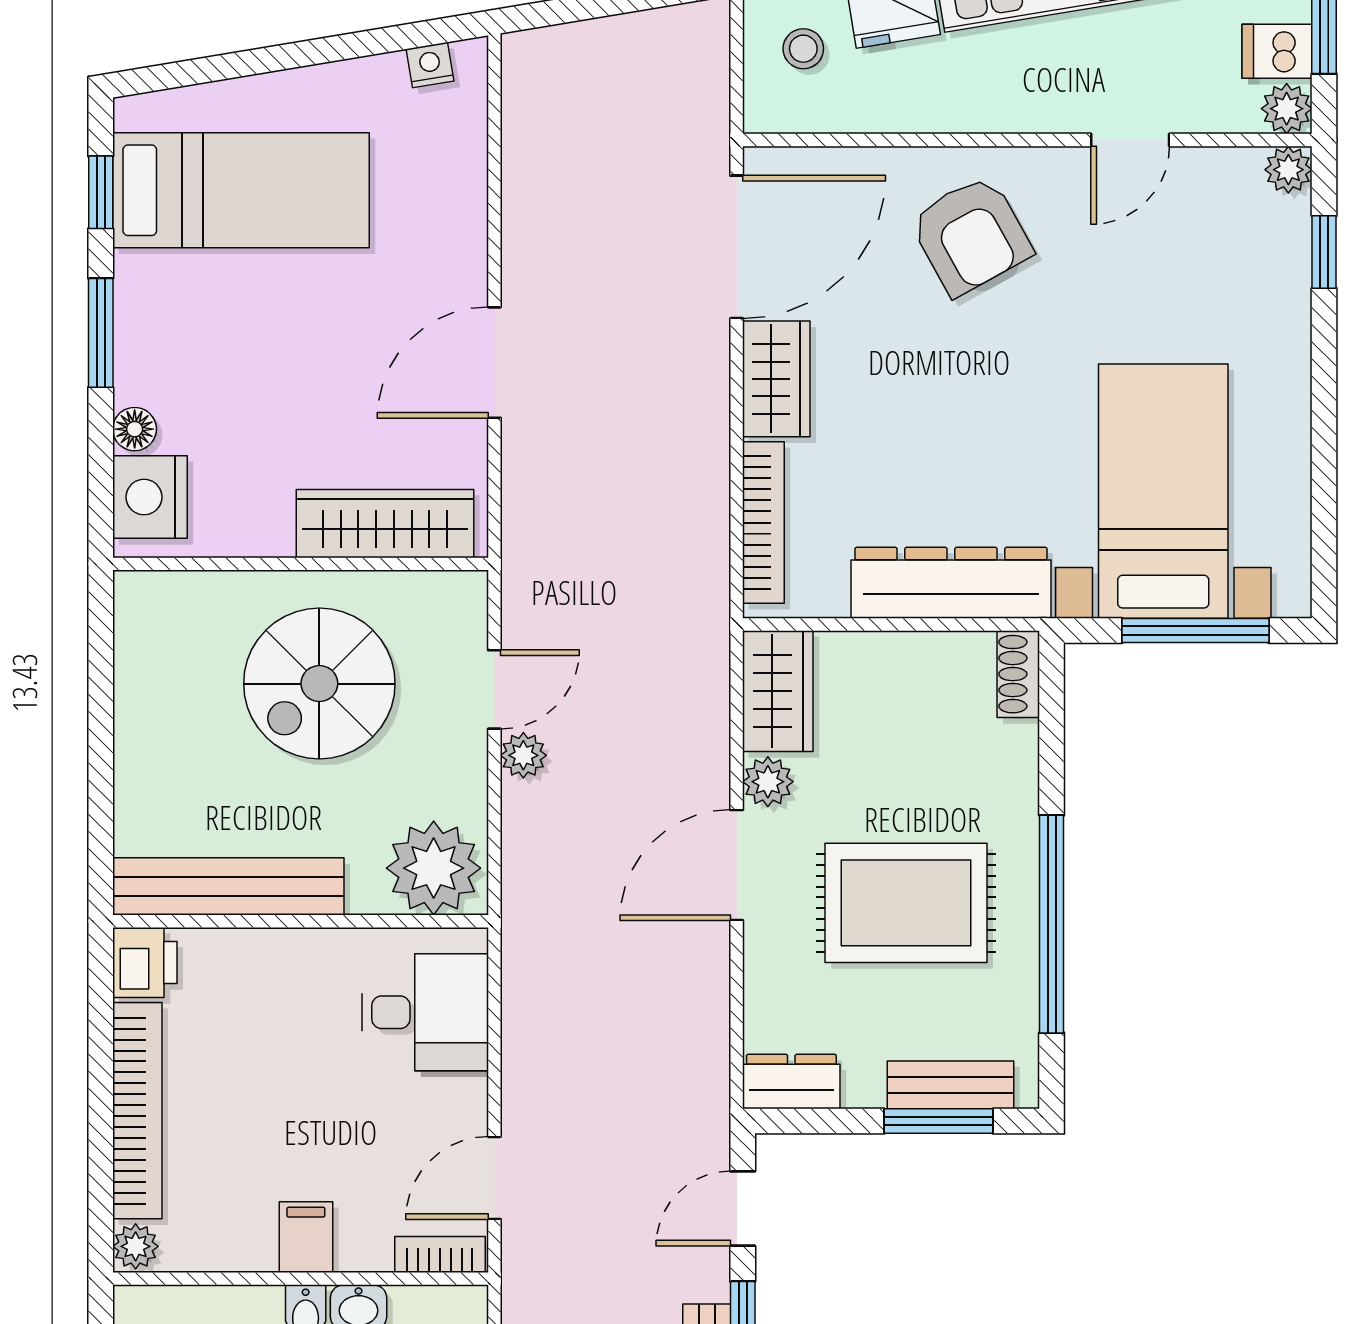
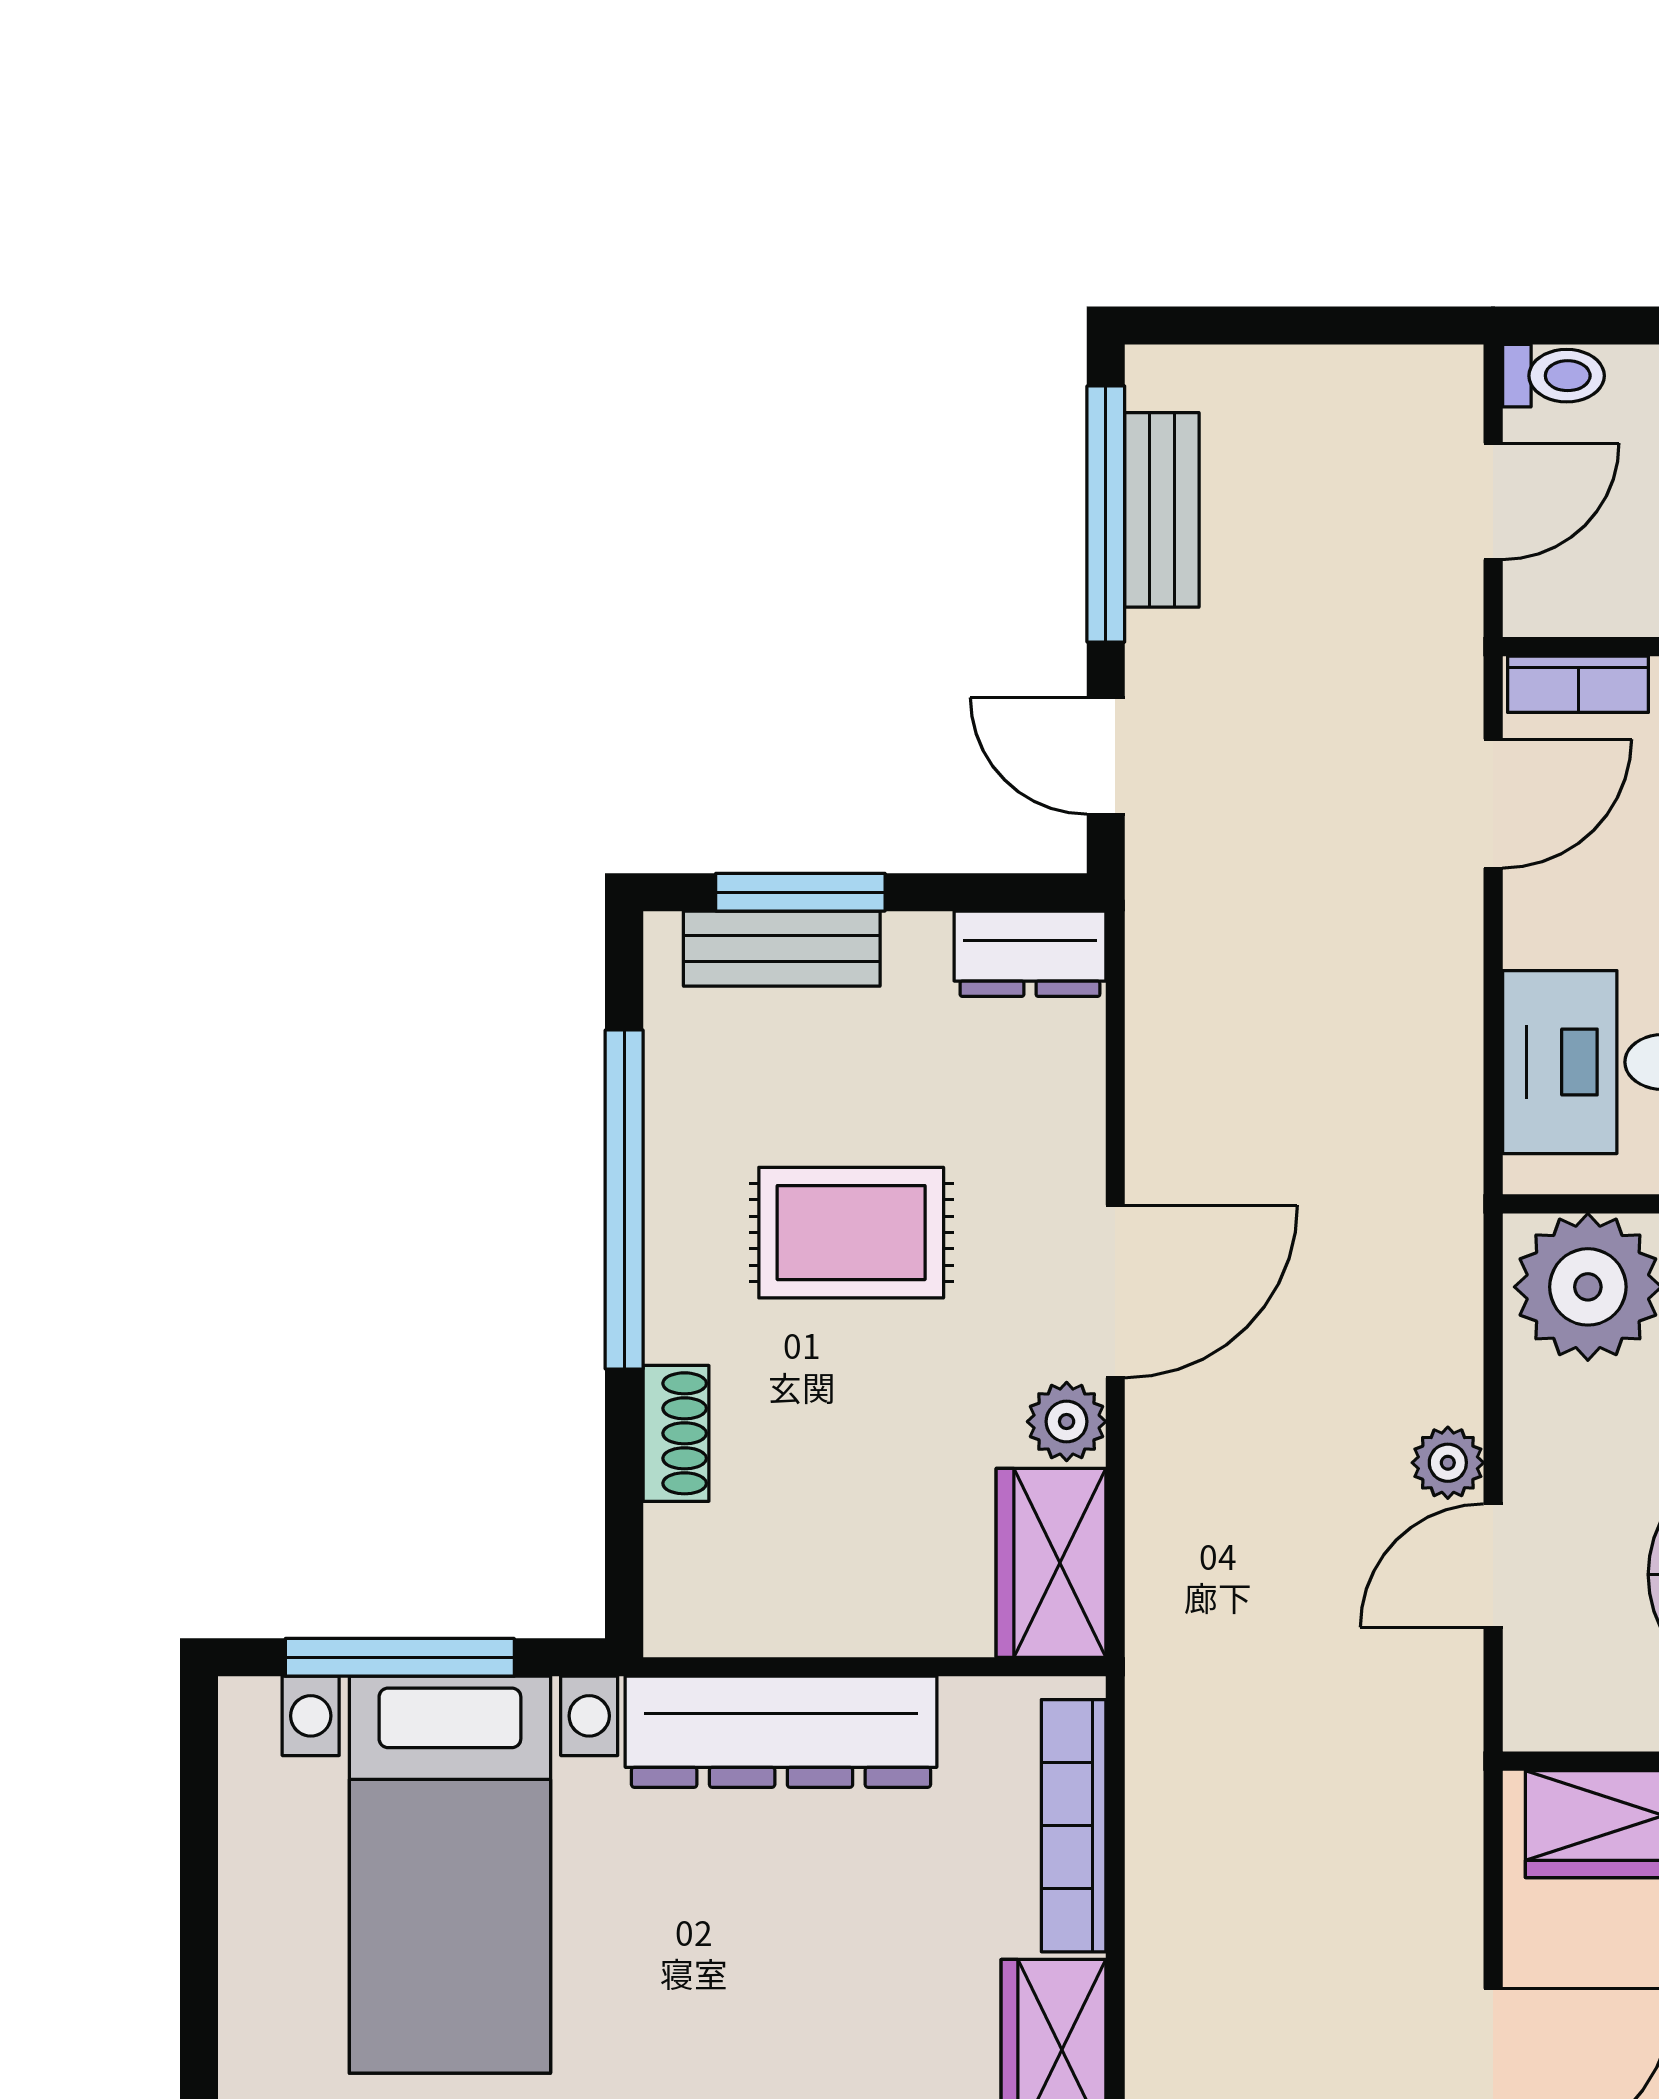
shoe rack: (1018, 674) -> (676, 1433), moved
rug: (906, 903) -> (851, 1233), width x0.73, depth x0.70
door: (743, 1209) -> (1106, 756), swing flipped

